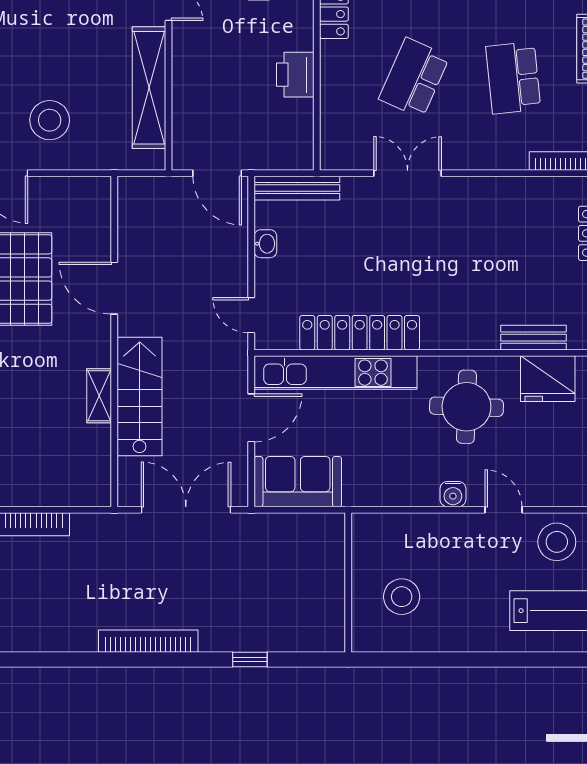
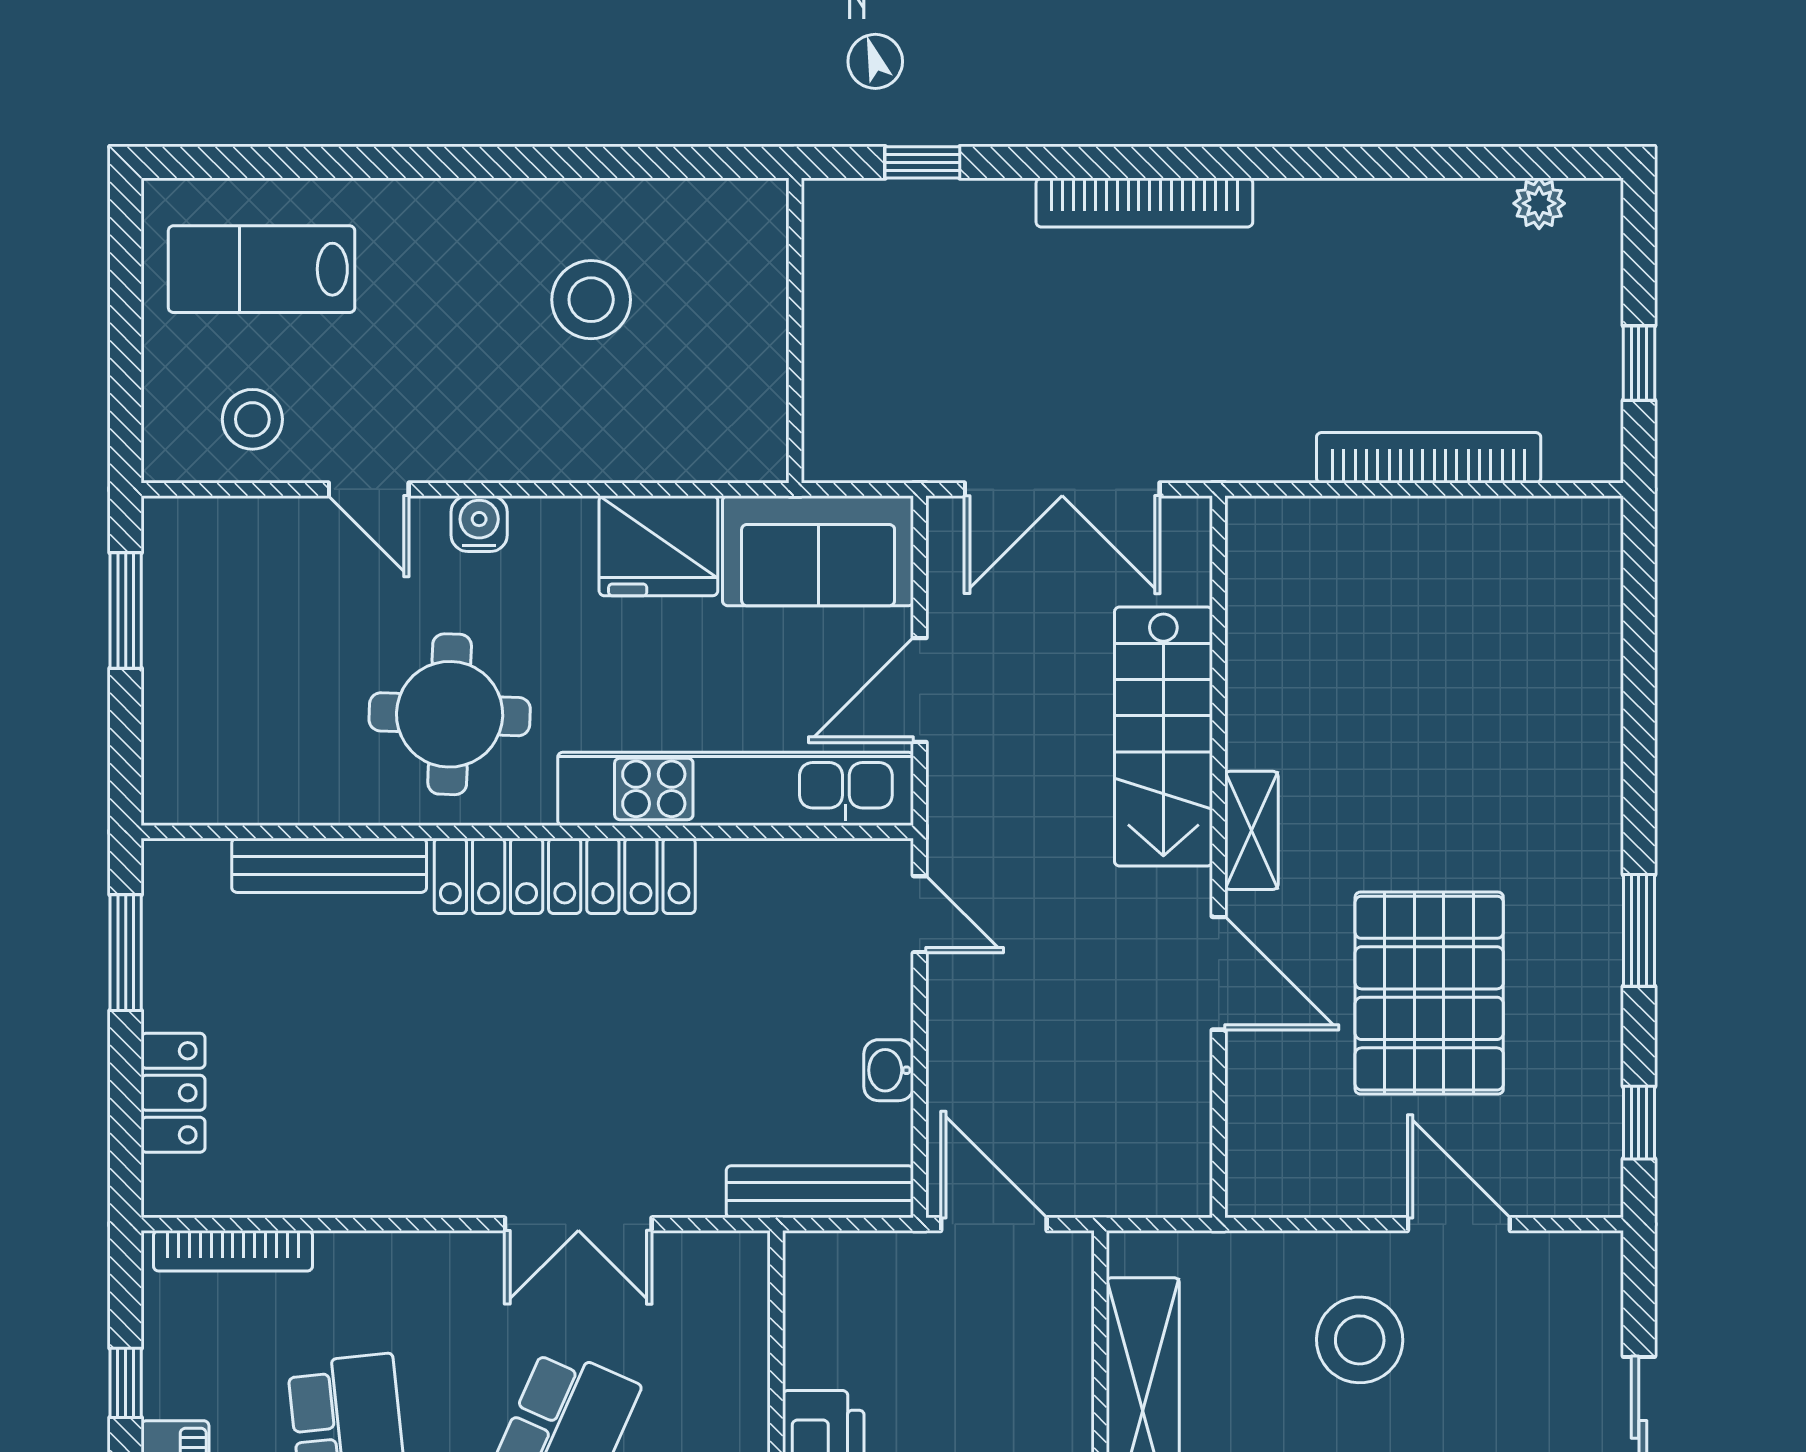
locker: (360, 333) -> (565, 876), moved
bench: (534, 338) -> (329, 865), width x1.36
fridge: (548, 379) -> (658, 546), moved, turned 180
shelving: (99, 396) -> (1251, 830), moved
stool: (557, 542) -> (252, 419), width x0.73, depth x0.73
wall: (348, 583) -> (795, 331), moved

